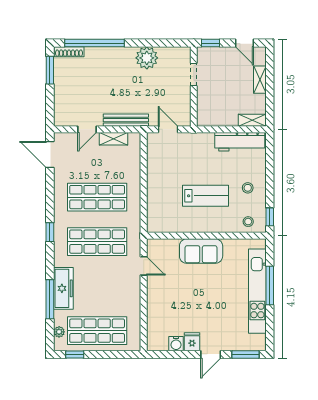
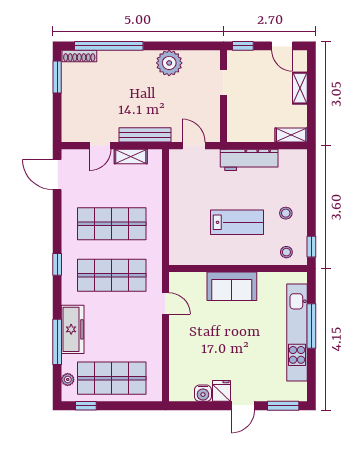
workbench: (240, 142) -> (249, 160), moved

